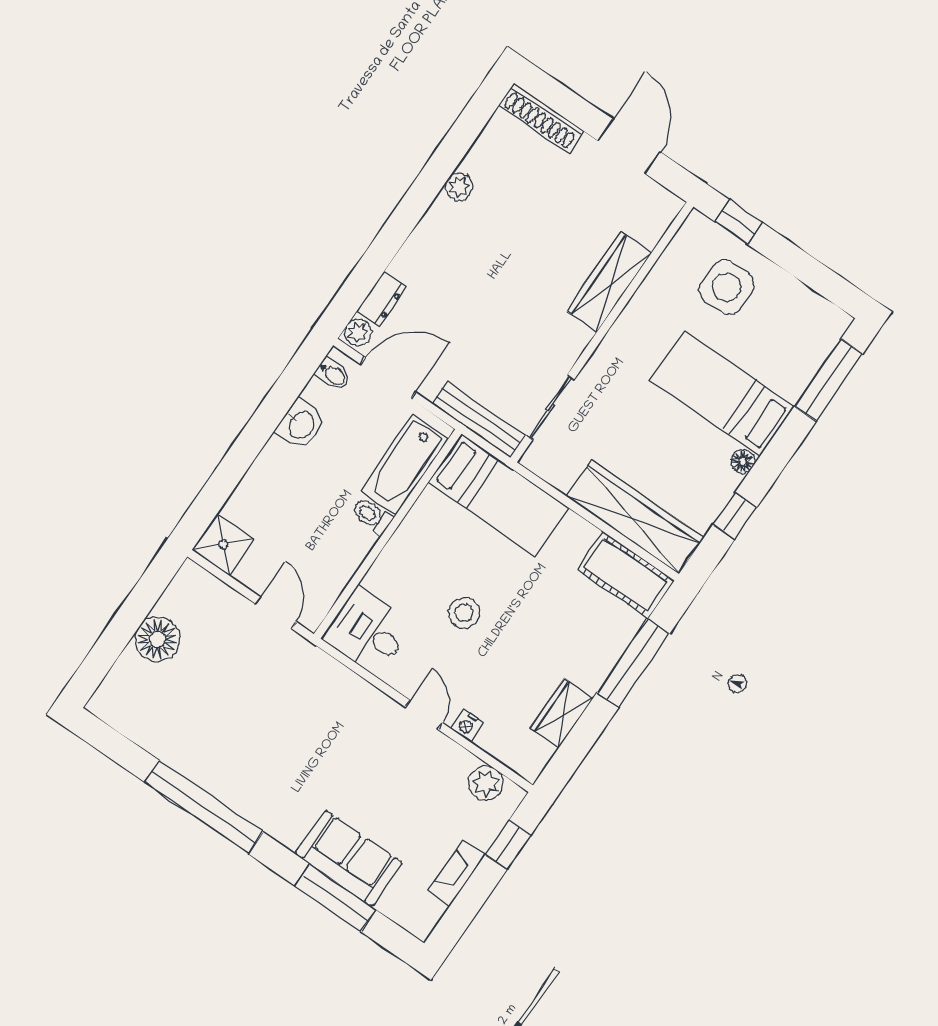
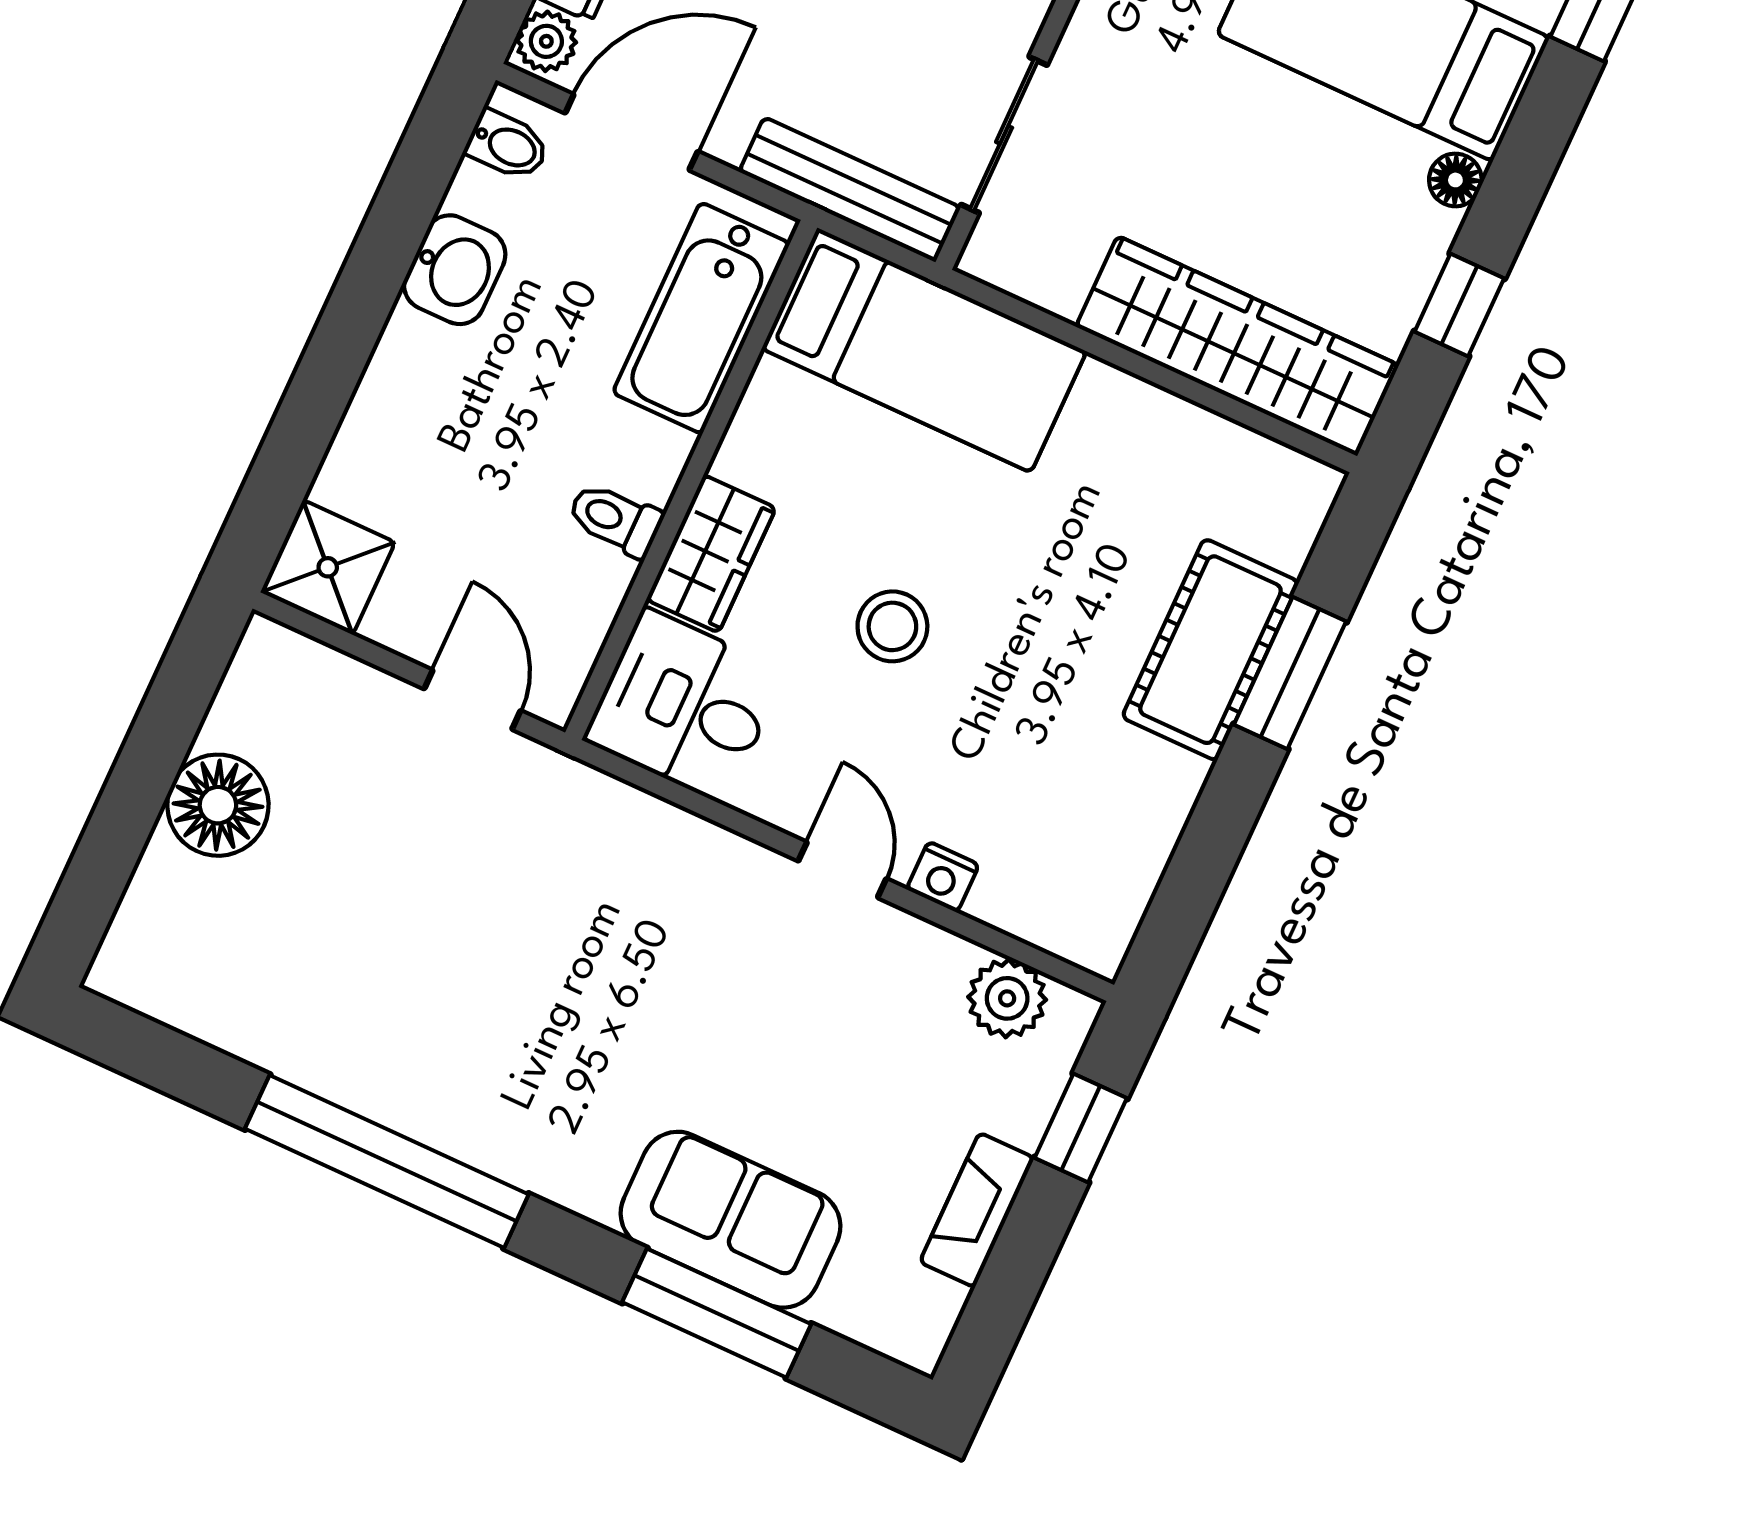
toilet: (372, 516) -> (615, 519), moved
cot: (625, 575) -> (1210, 650), moved, turned 90
window: (633, 663) -> (1290, 673), width x0.69
wardrobe: (562, 713) -> (711, 554), moved, turned 180

